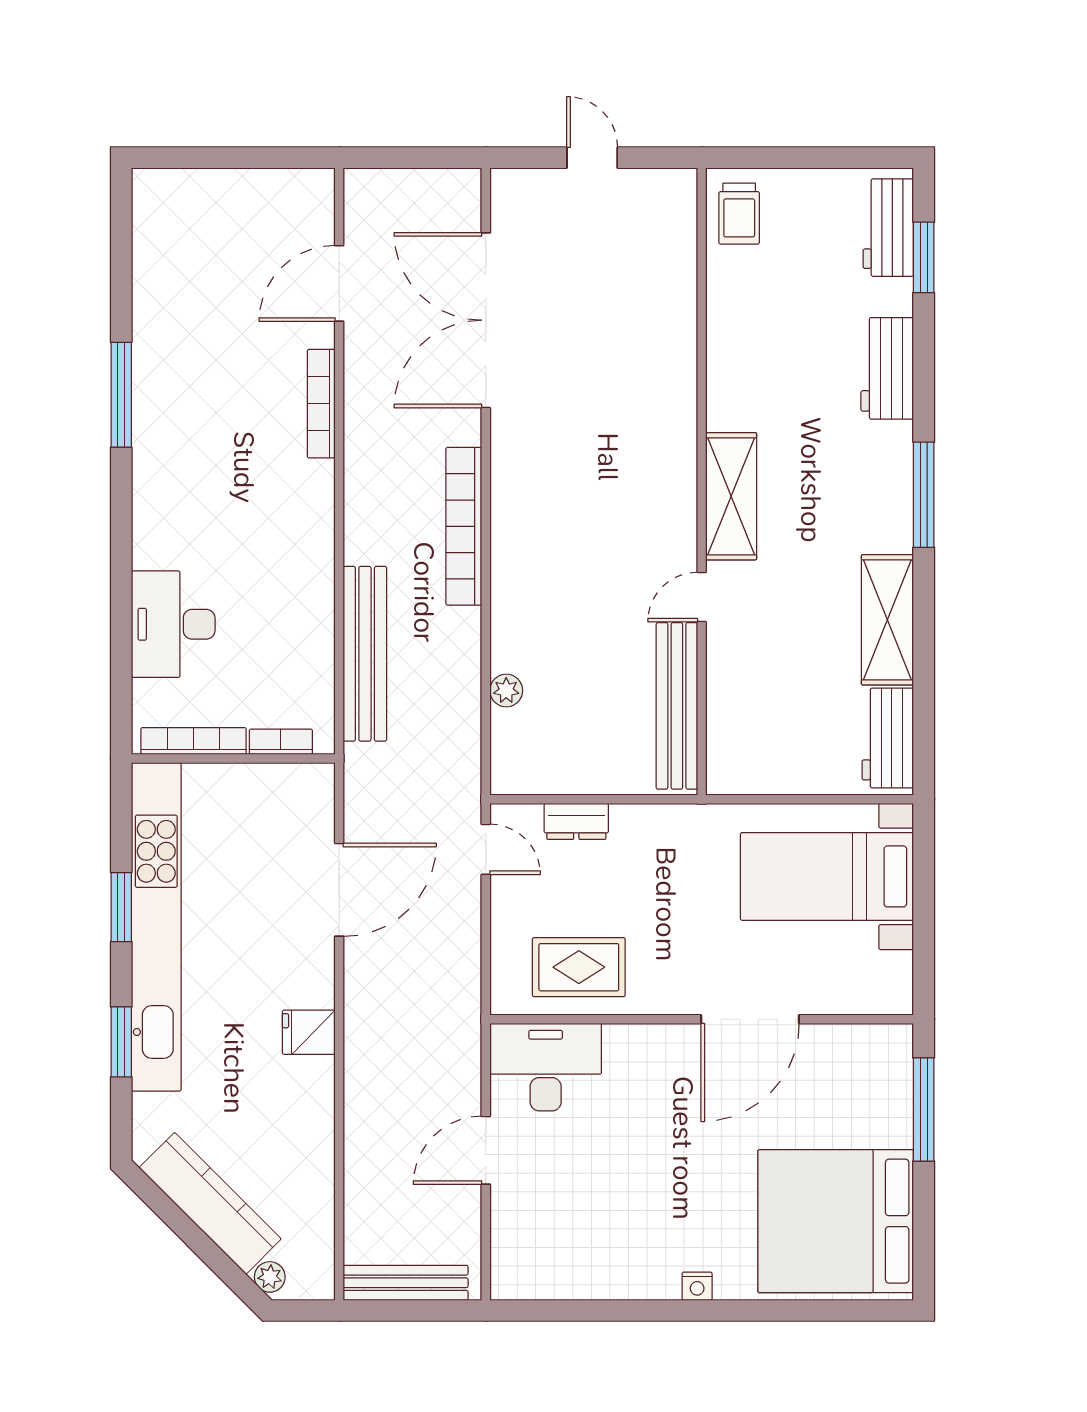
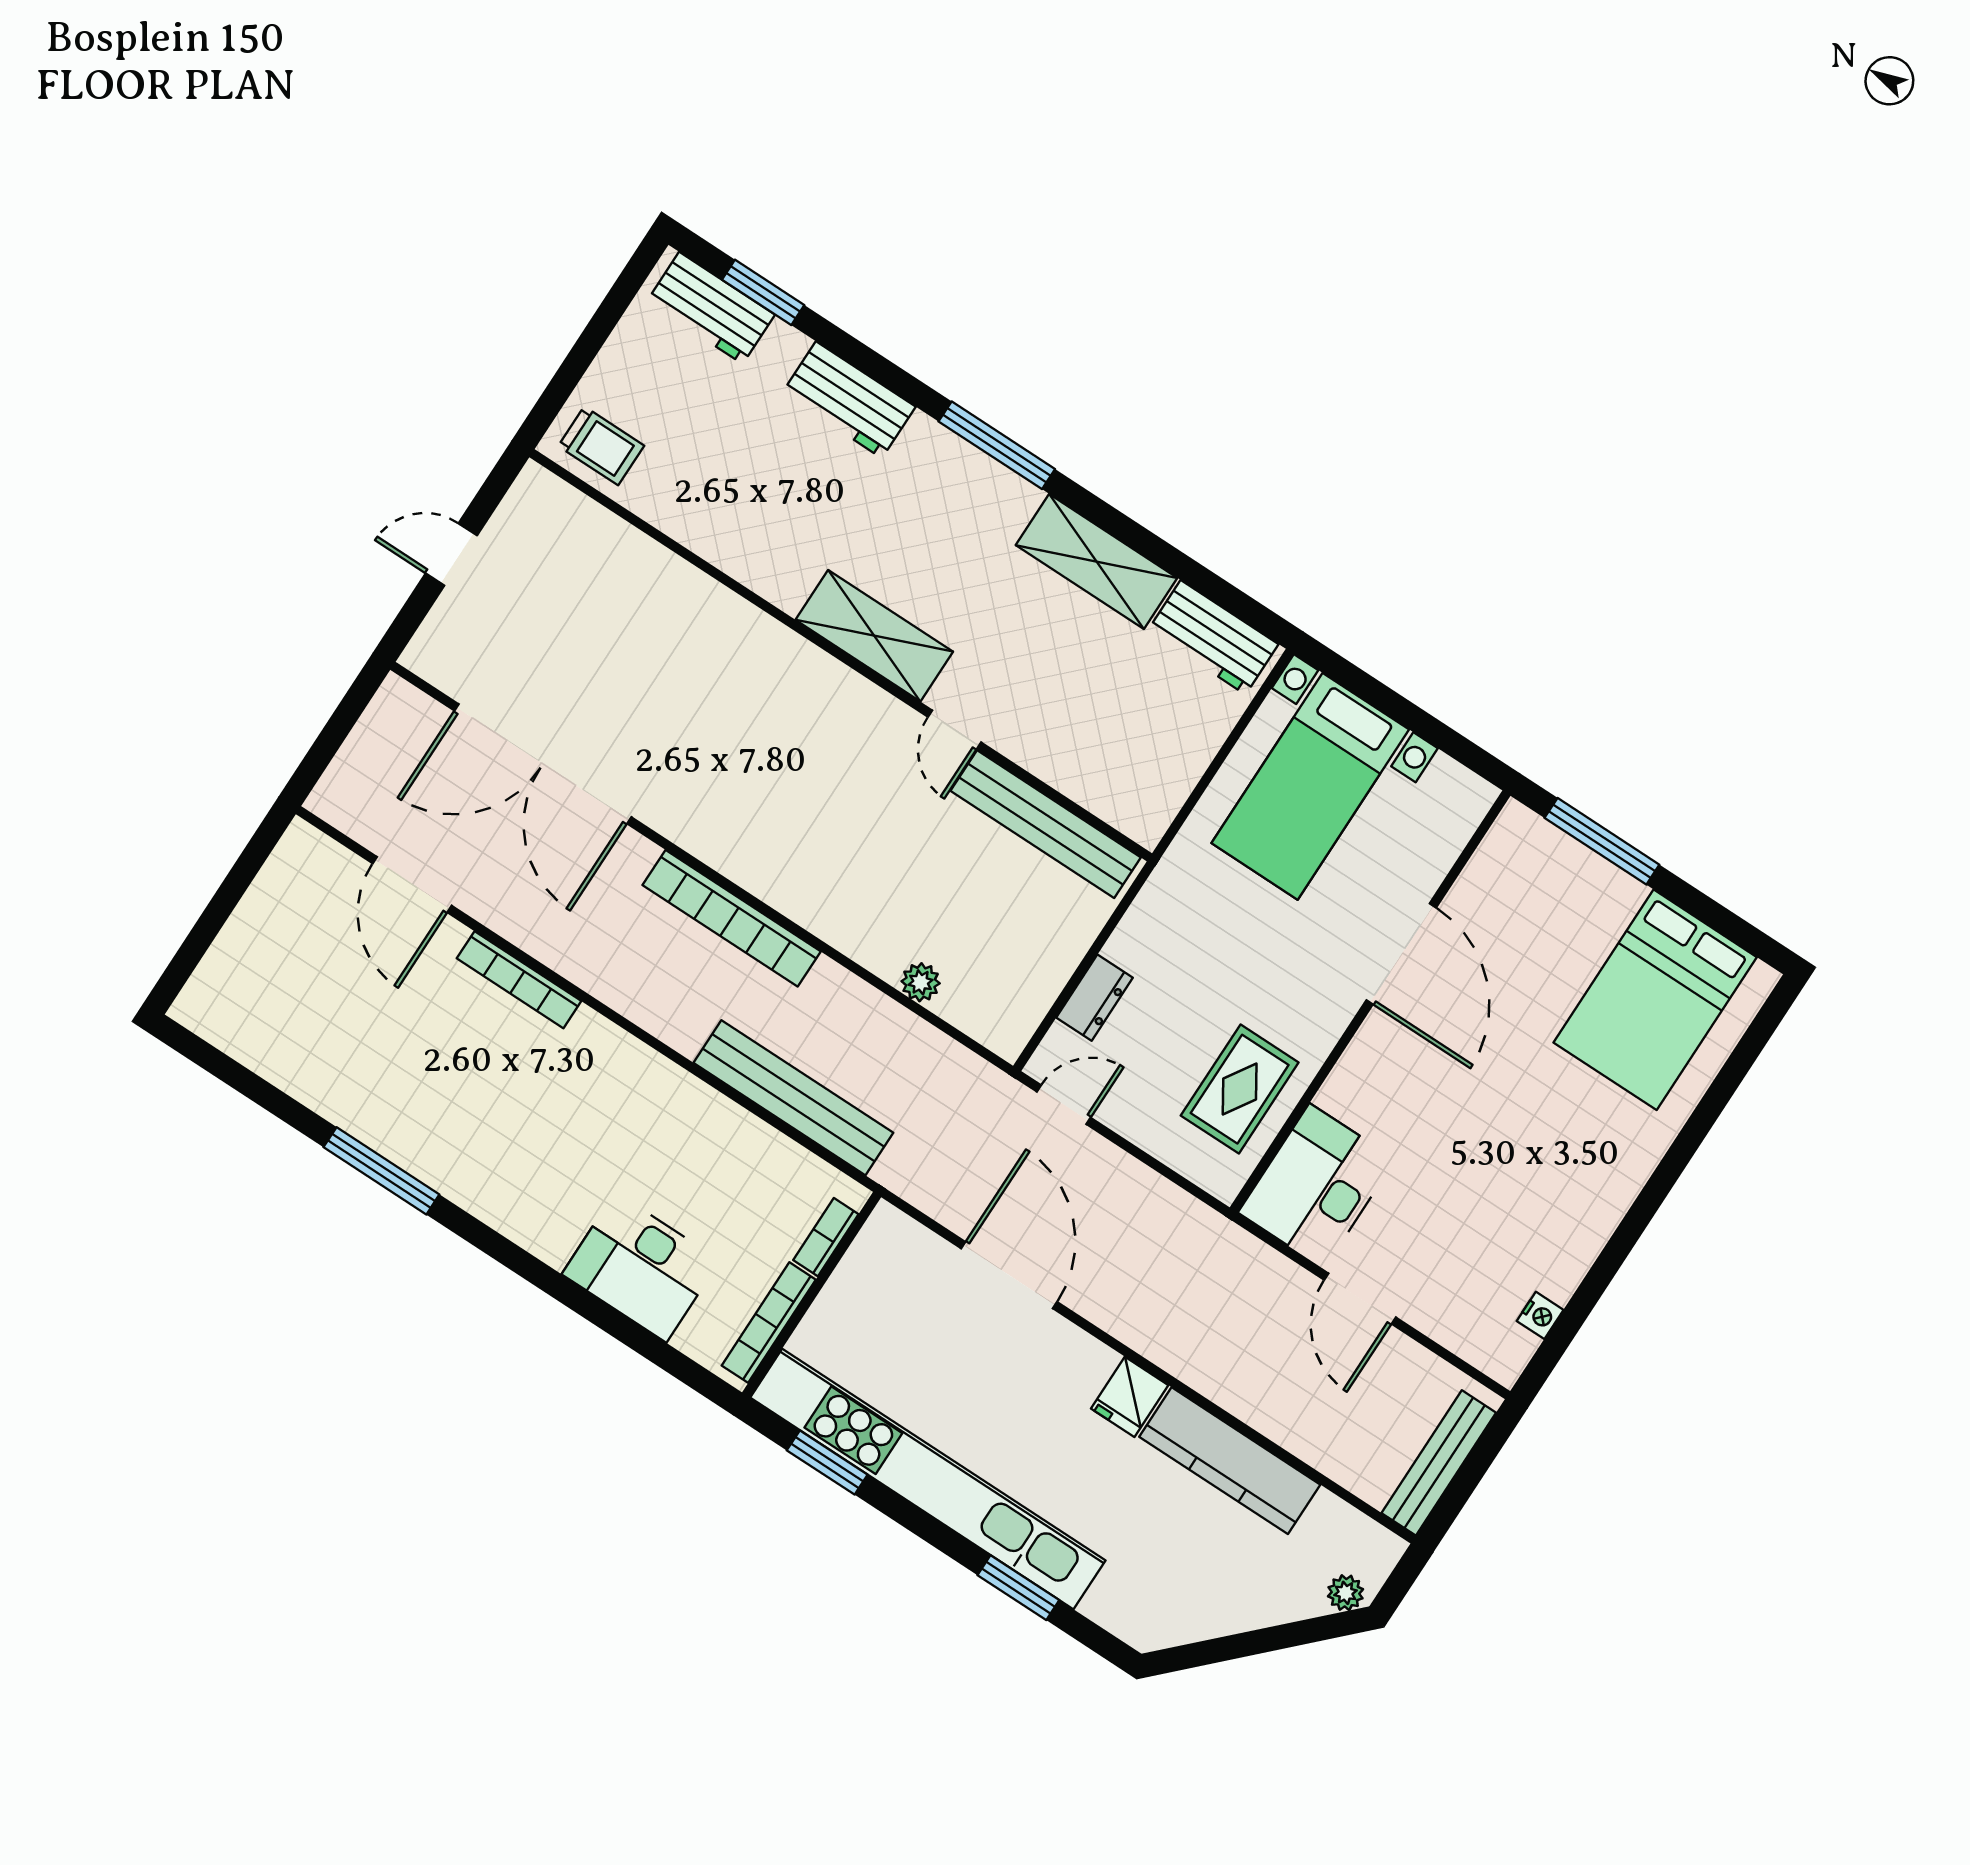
window: (121, 907) -> (827, 1462), moved
kitchen counter: (210, 1203) -> (1230, 1461), moved, turned -135
bed: (836, 1221) -> (1655, 1000), width x0.73
nightstand: (697, 1286) -> (1540, 1315), moved

